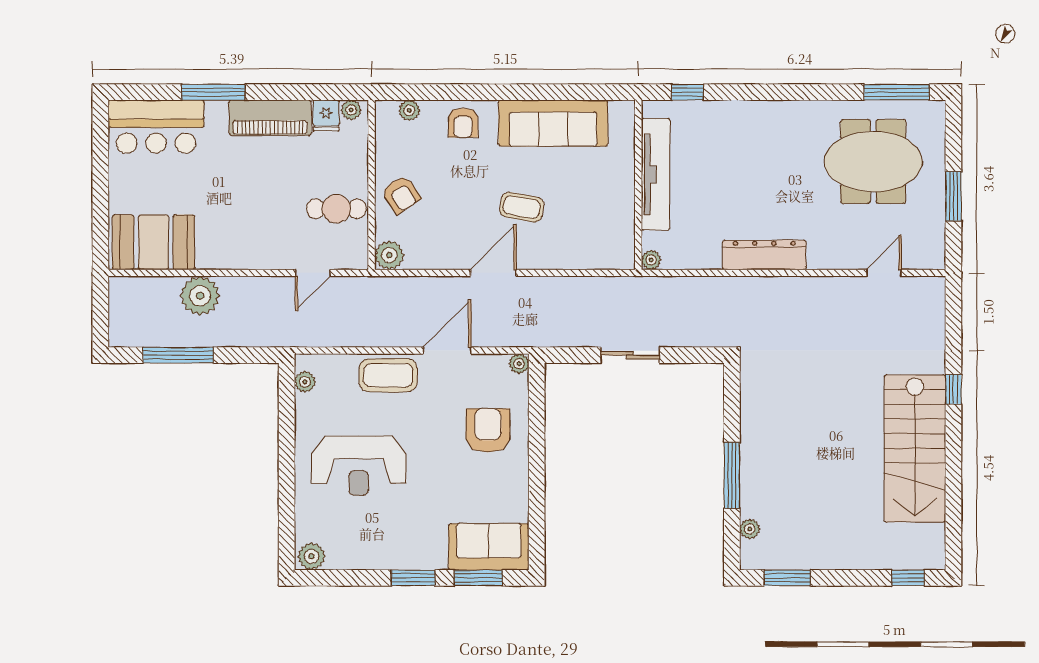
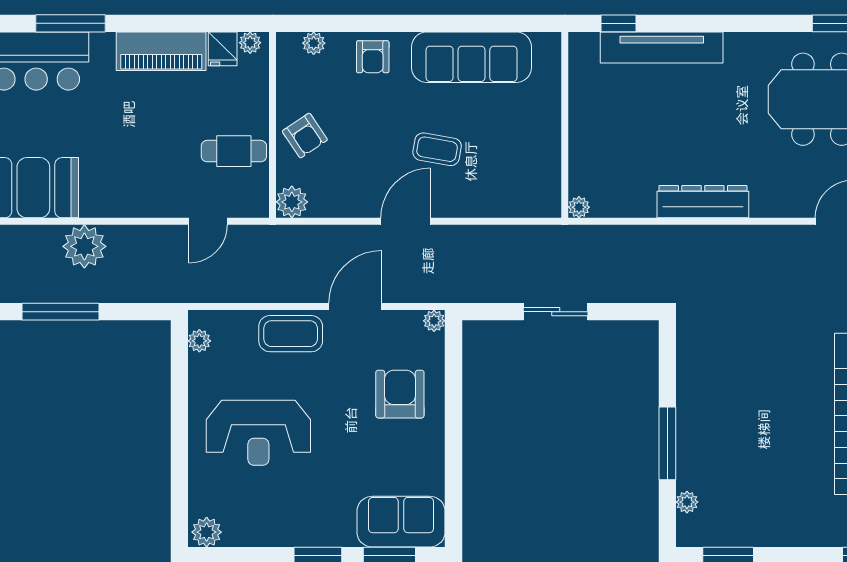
window: (213, 92) -> (71, 23), moved
tv unit: (656, 174) -> (662, 47), moved, turned 90

